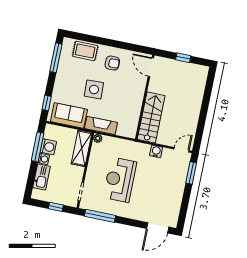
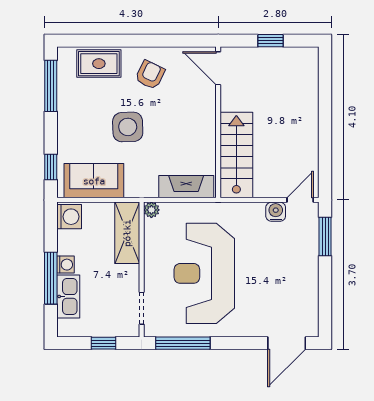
armchair: (112, 63) -> (150, 75), turned -64
fireplace: (101, 126) -> (186, 187), moved
window: (38, 147) -> (51, 278), moved
washing machine: (48, 147) -> (69, 217), moved
water cooler: (156, 151) -> (276, 212), moved
reception desk: (120, 180) -> (204, 273), width x1.36, depth x1.30

